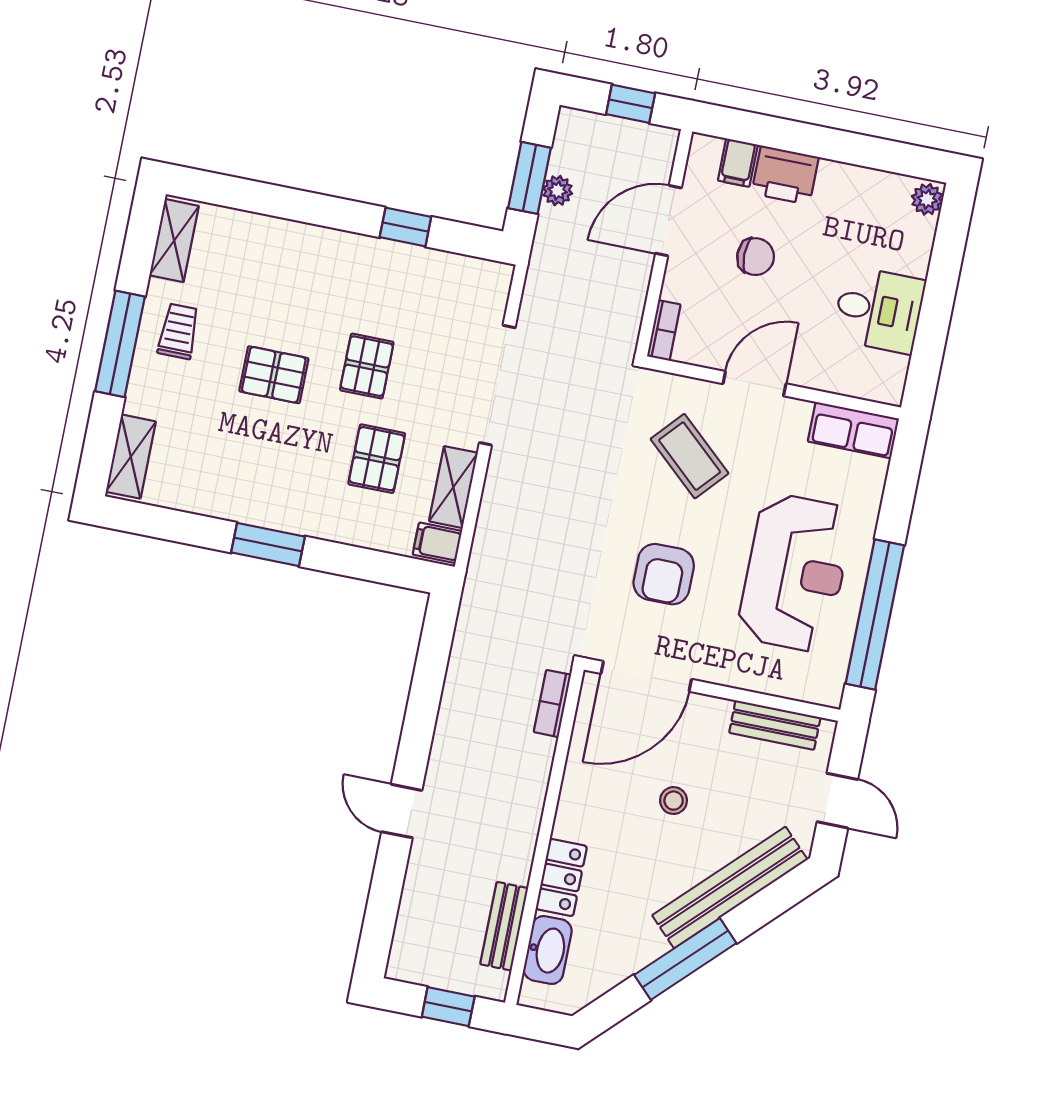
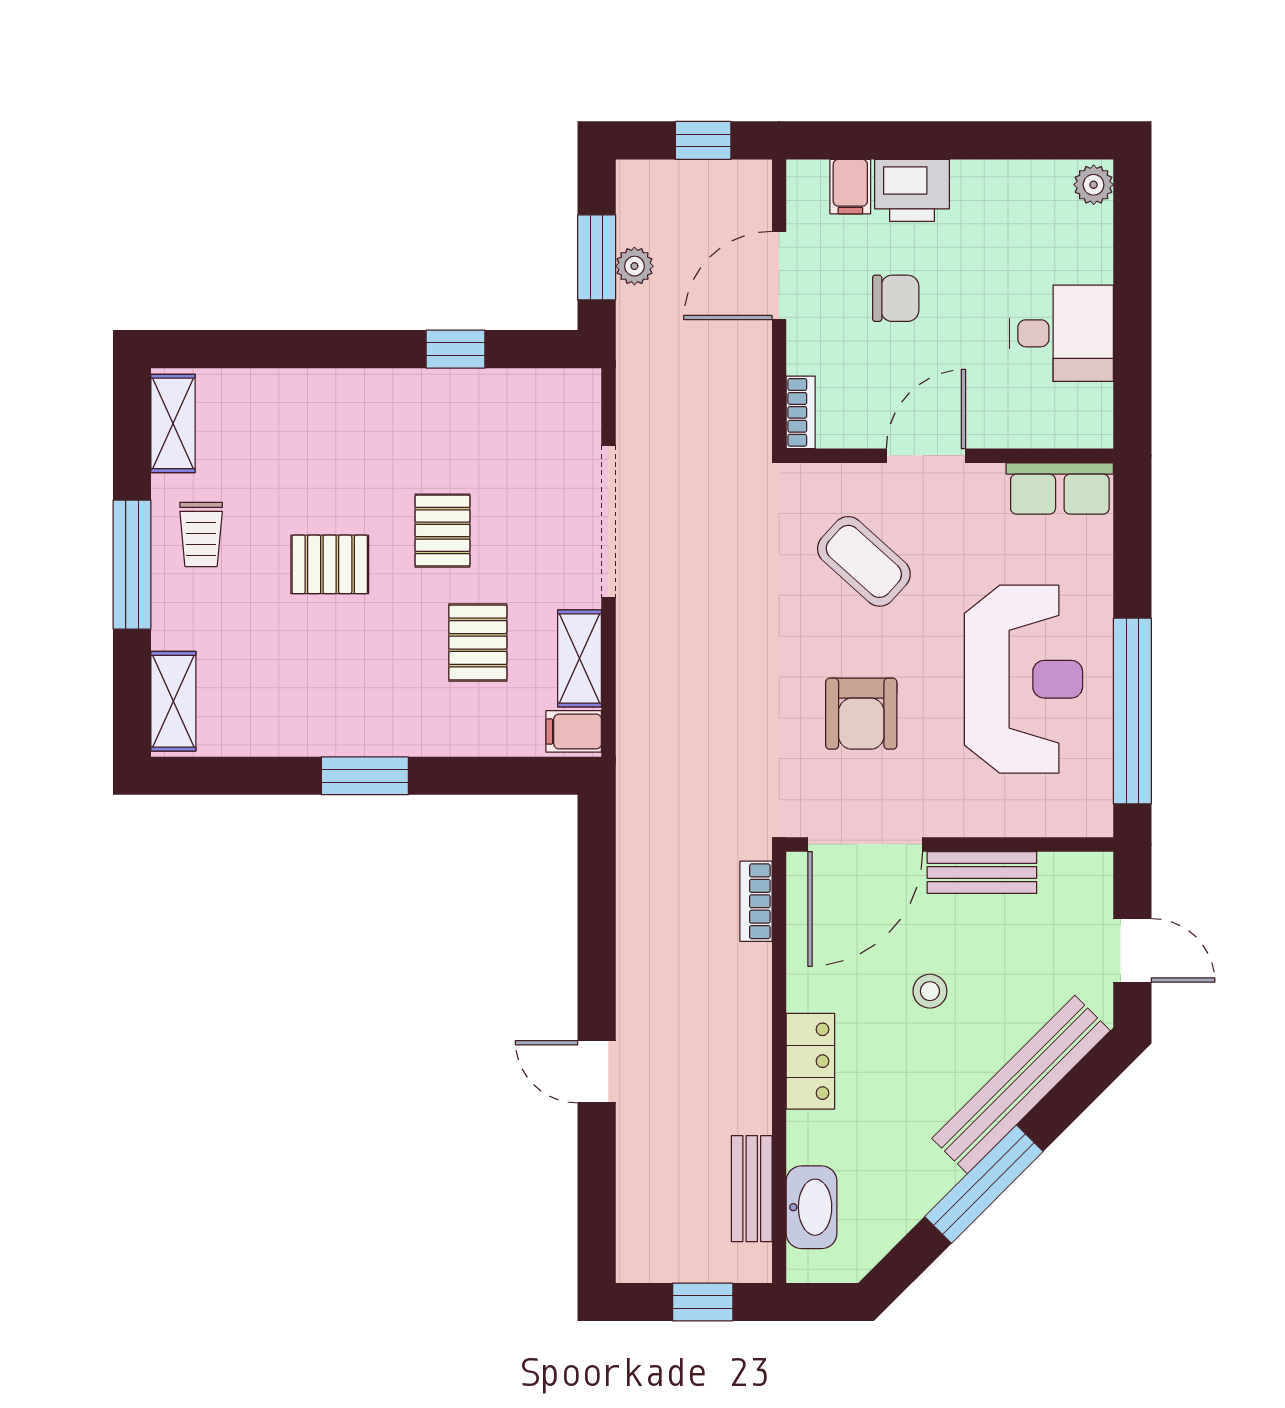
trolley: (179, 331) -> (201, 534), turned 180
bench: (775, 725) -> (982, 872), moved
locker: (561, 878) -> (810, 1061), moved

